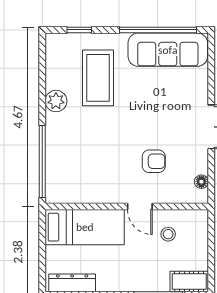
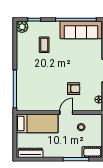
coffee table: (98, 78) -> (44, 45), width x0.54, depth x0.58
plant: (56, 101) -> (22, 27), moved
door: (140, 207) -> (66, 113), swing flipped

